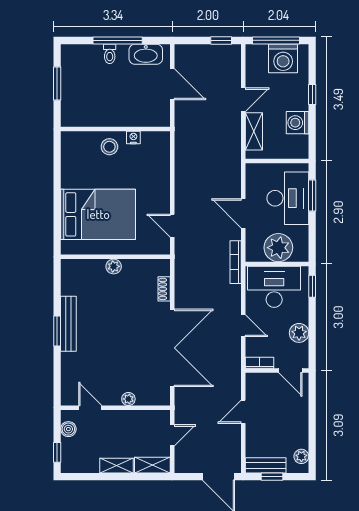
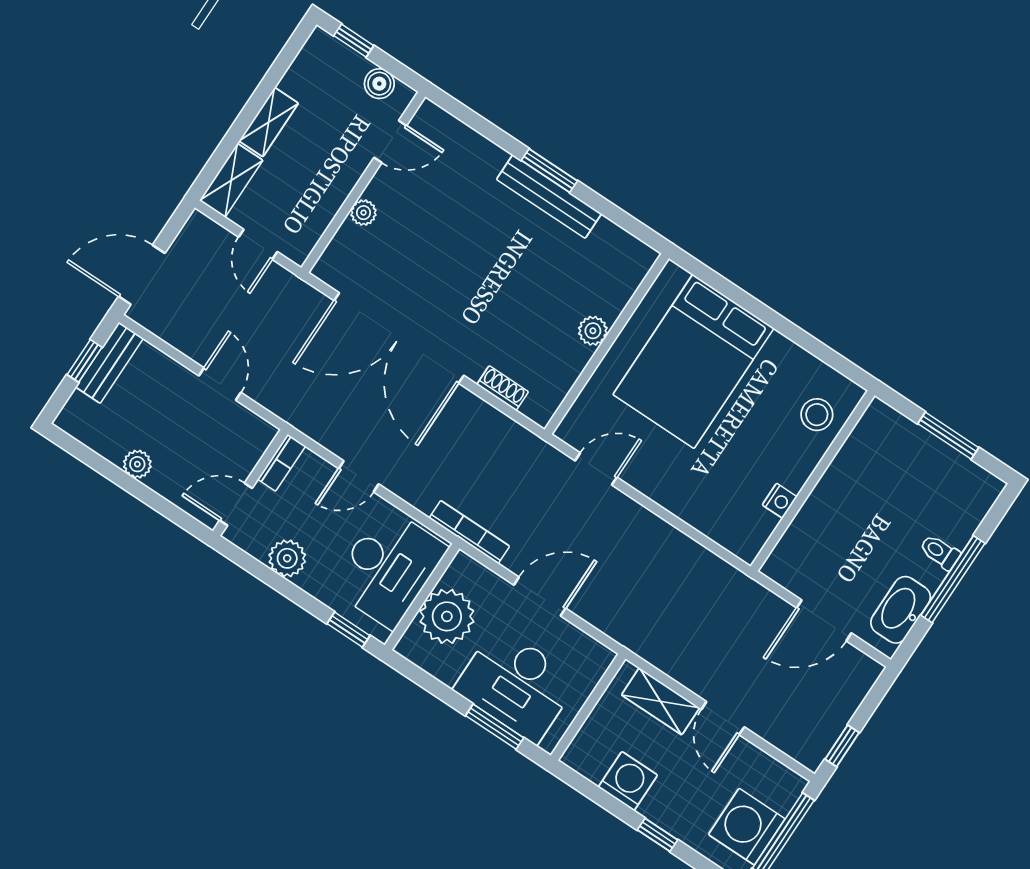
stool: (109, 147) -> (817, 415), moved
plant: (301, 456) -> (137, 464), moved

